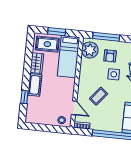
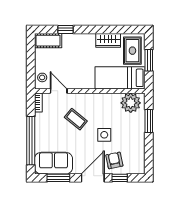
window: (106, 37) -> (149, 121), width x0.69
armchair: (110, 56) -> (126, 128), removed
cot: (35, 85) -> (48, 41), moved
door: (74, 108) -> (59, 91), swing flipped

